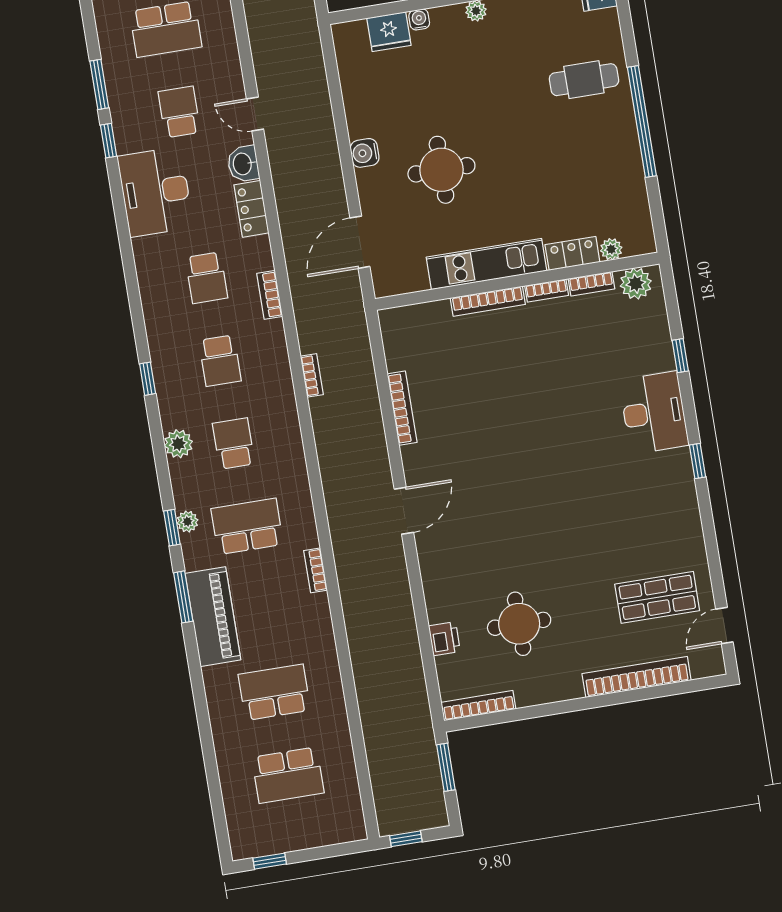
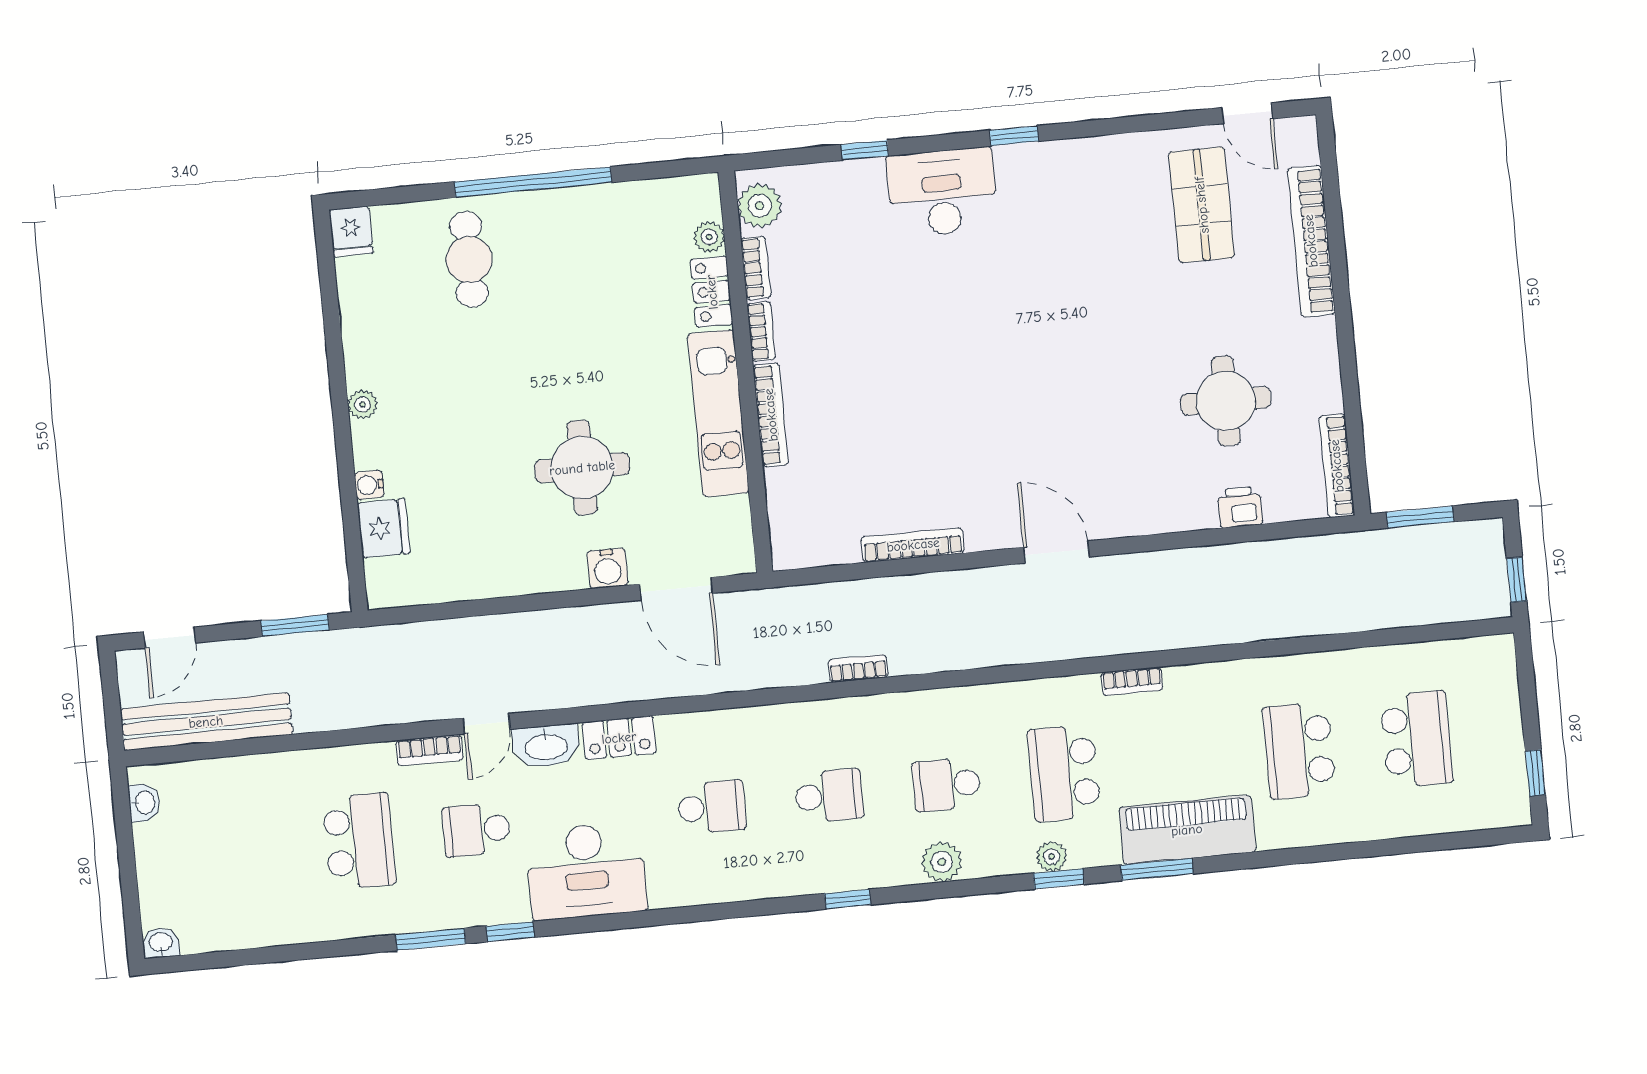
water cooler: (365, 153) -> (608, 568), moved
washbasin: (243, 164) -> (546, 746), width x1.38
bookcase: (270, 295) -> (429, 750), moved

